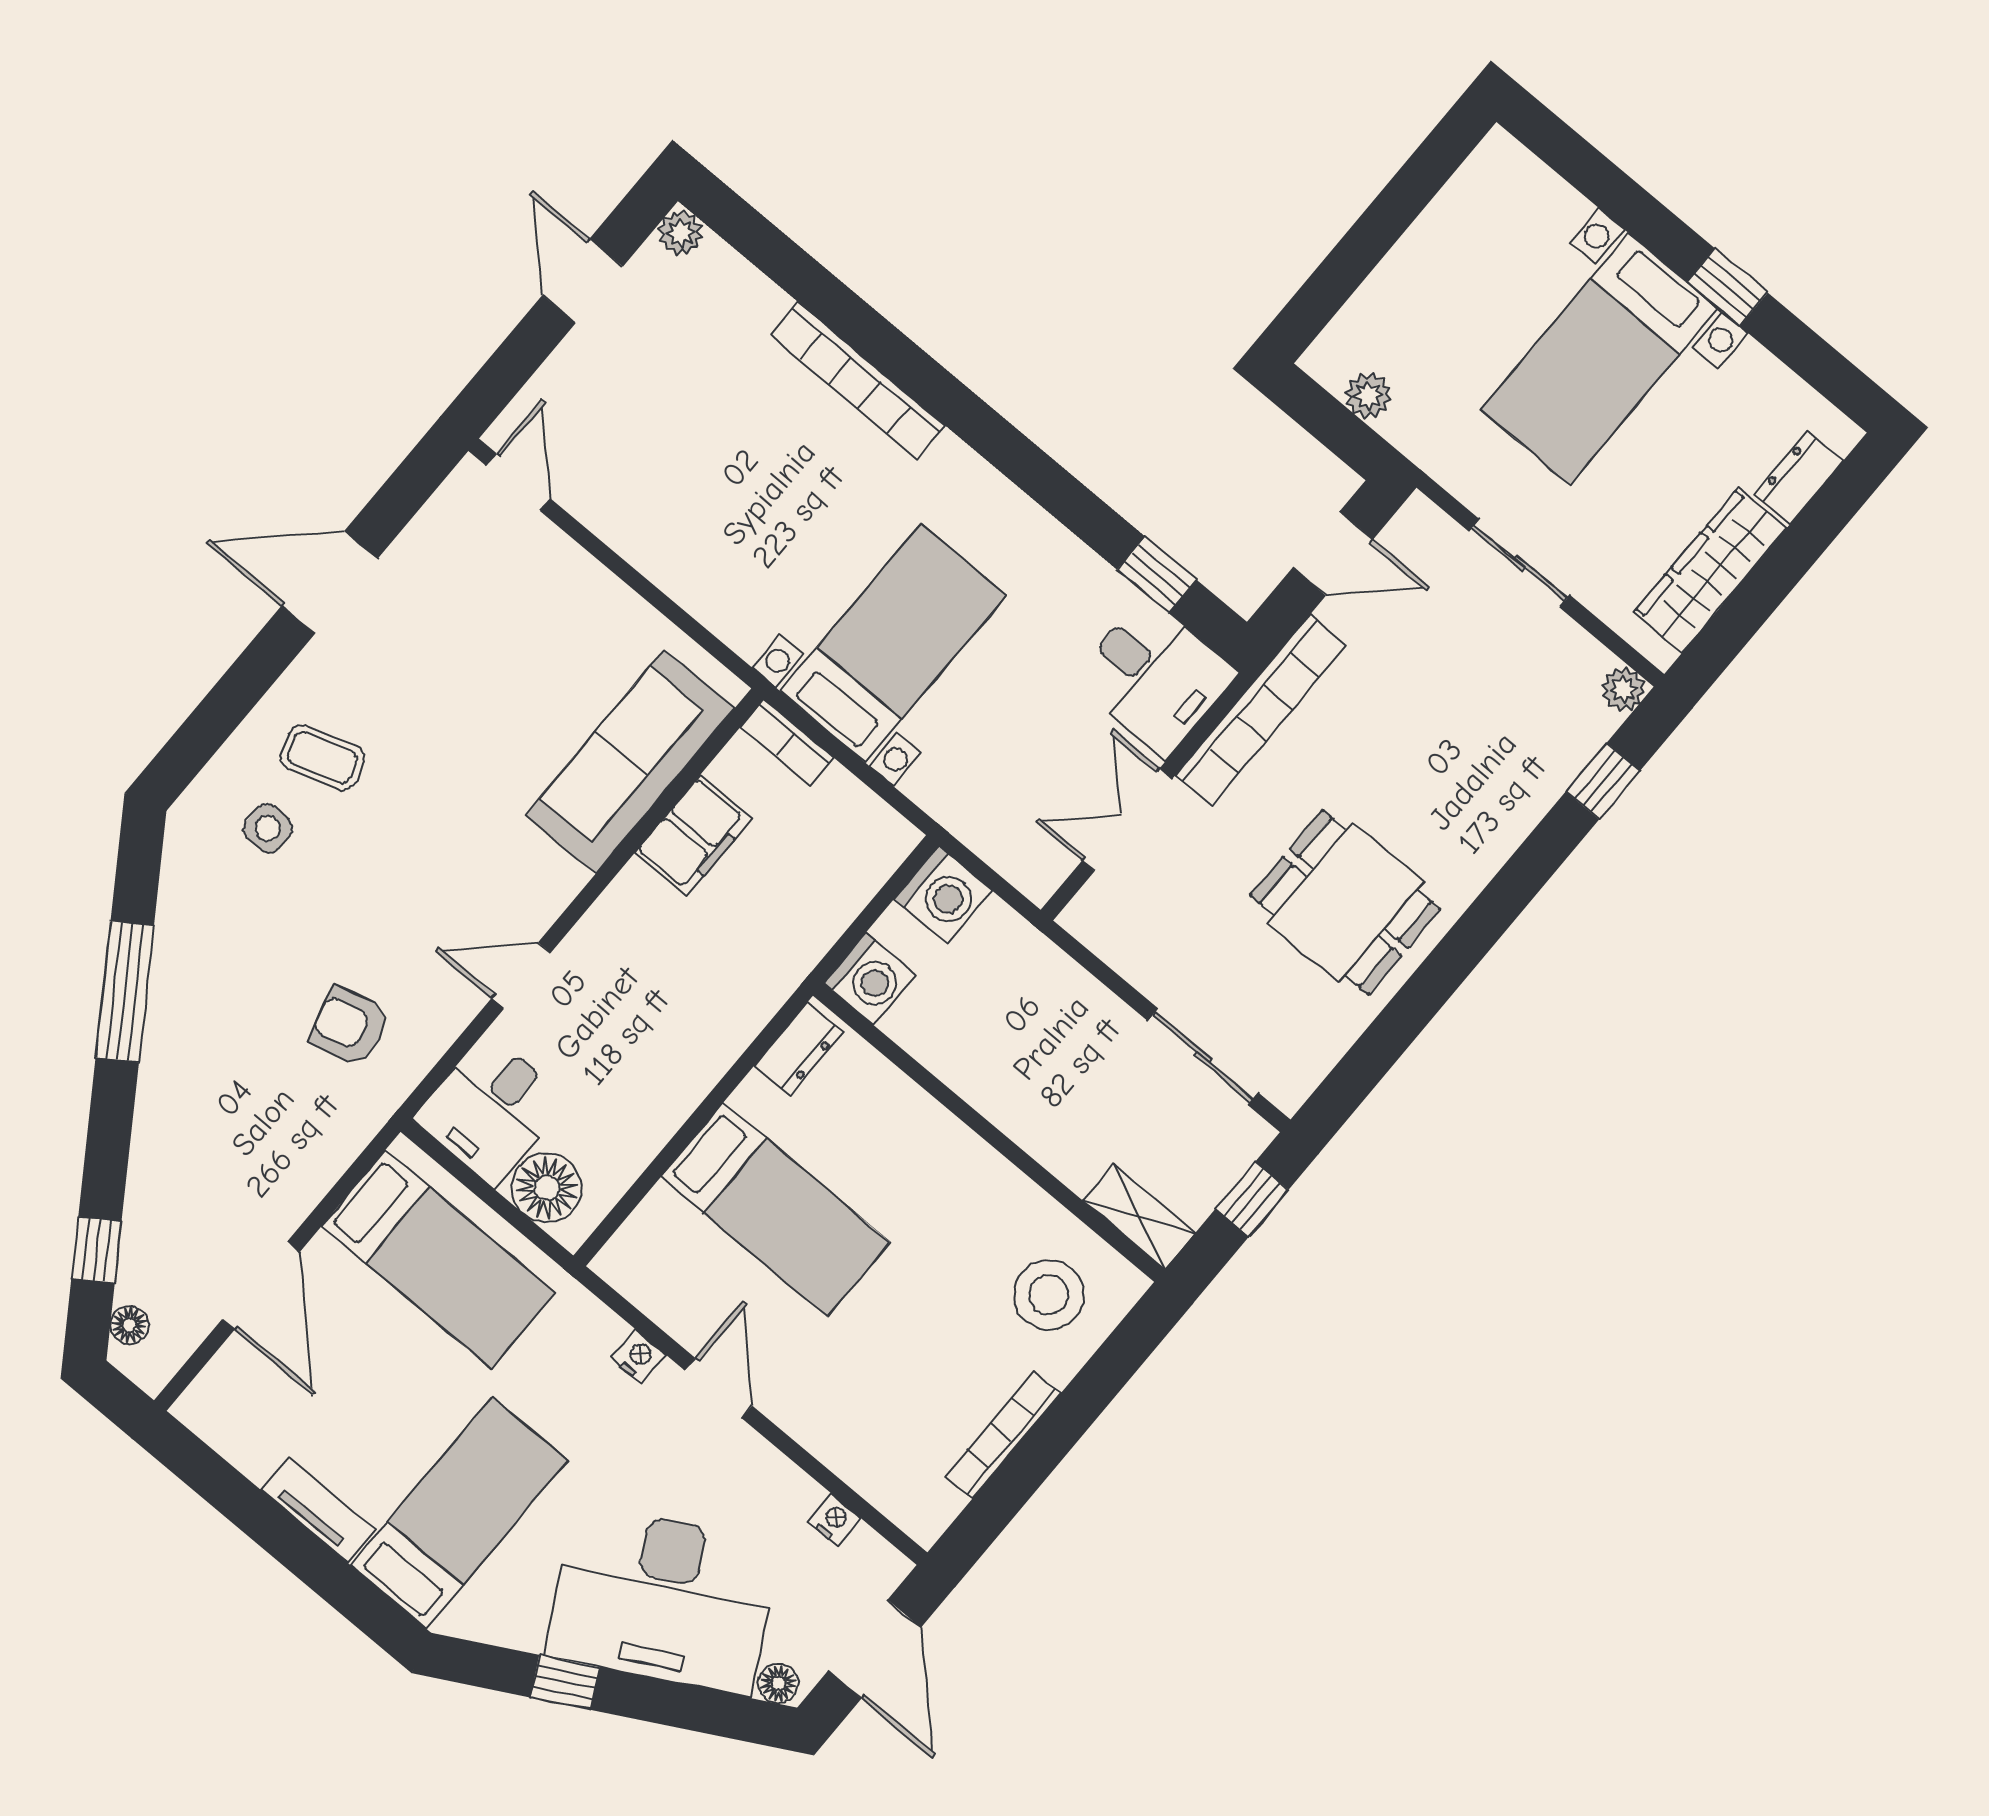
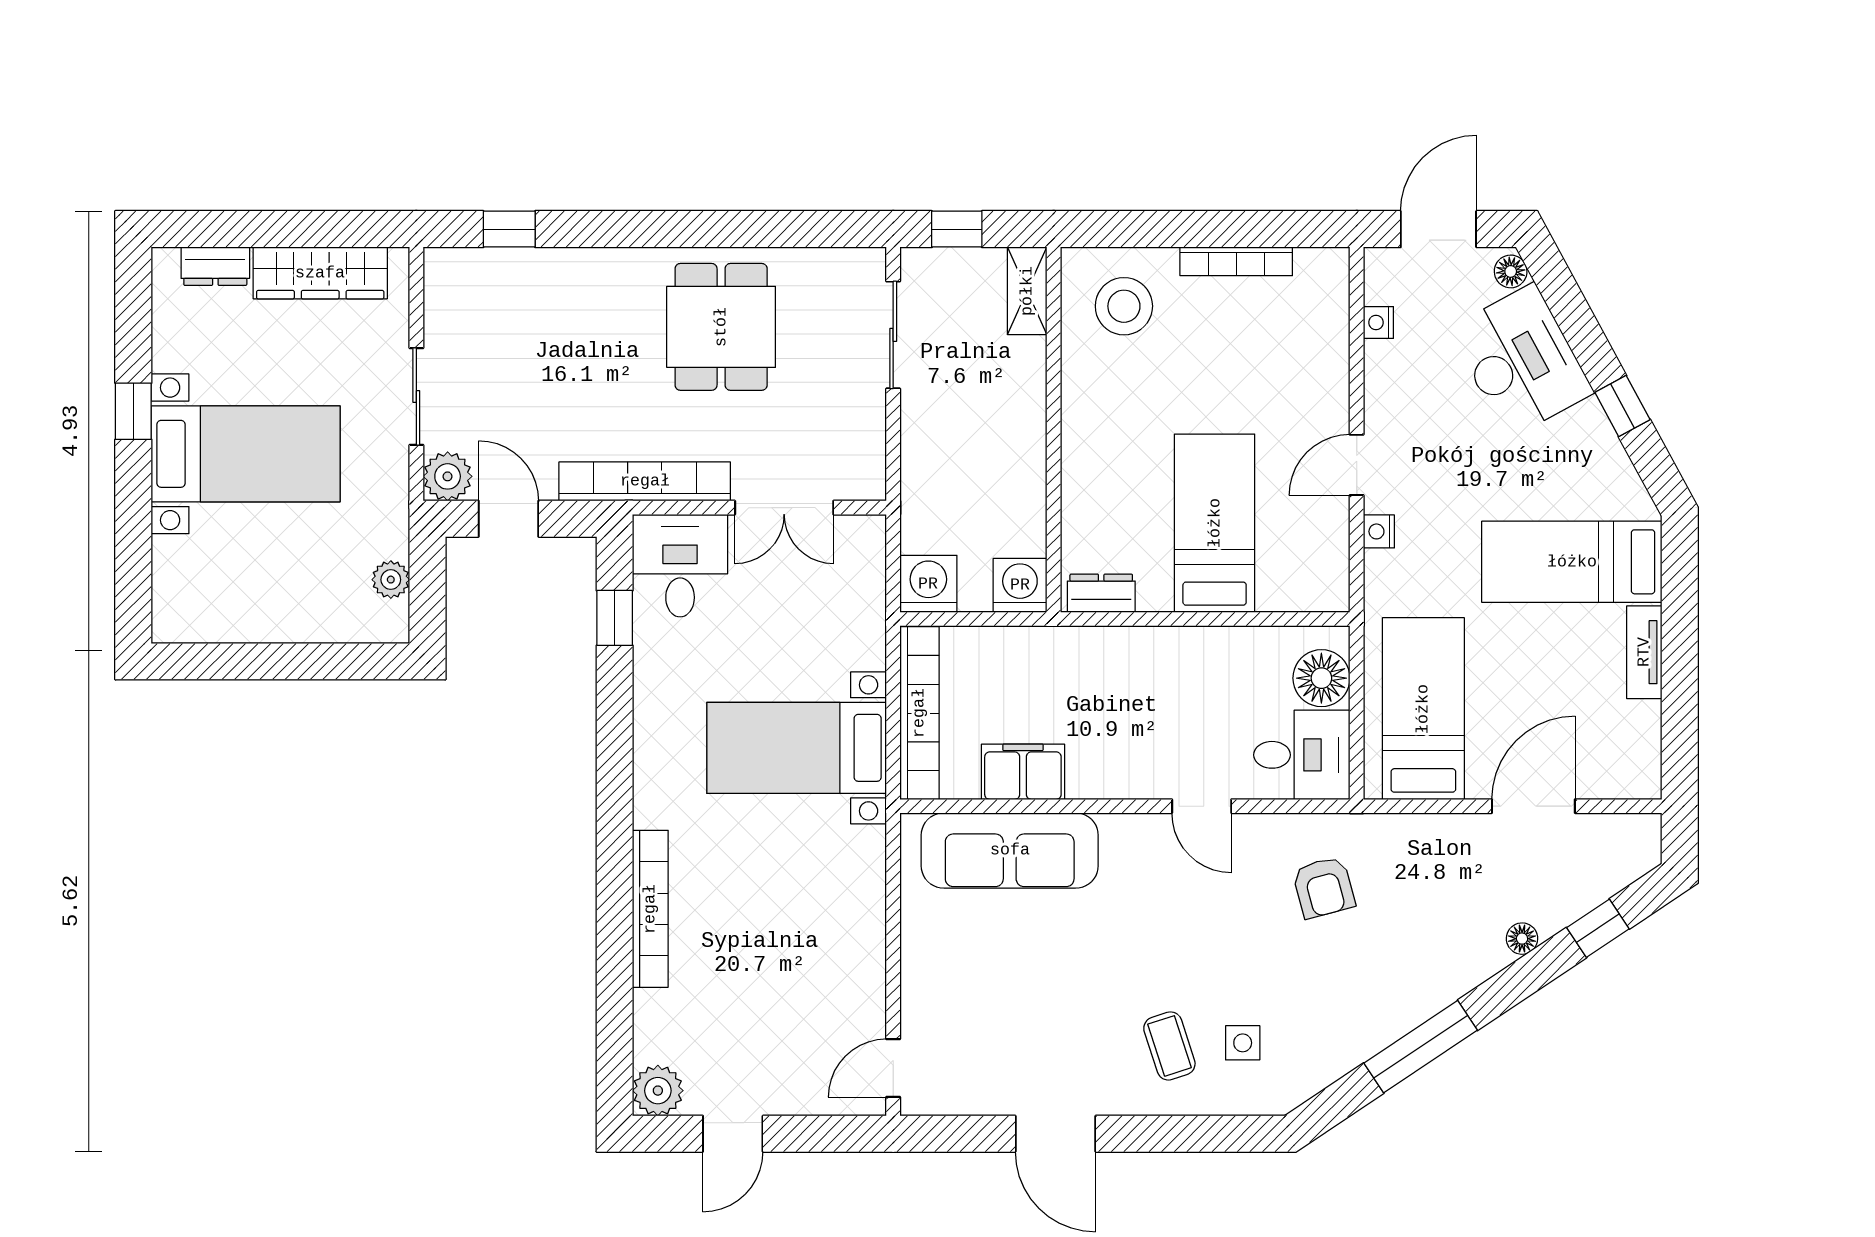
plant: (681, 233) -> (658, 1091), width x1.38, depth x1.38
plant: (1623, 689) -> (448, 476), moved, width x1.38, depth x1.38
bookcase: (787, 742) -> (919, 713), width x2.31, depth x1.31
floor lamp: (129, 1325) -> (1522, 939), moved
desk: (663, 1599) -> (1521, 361), width x0.73, depth x0.77

